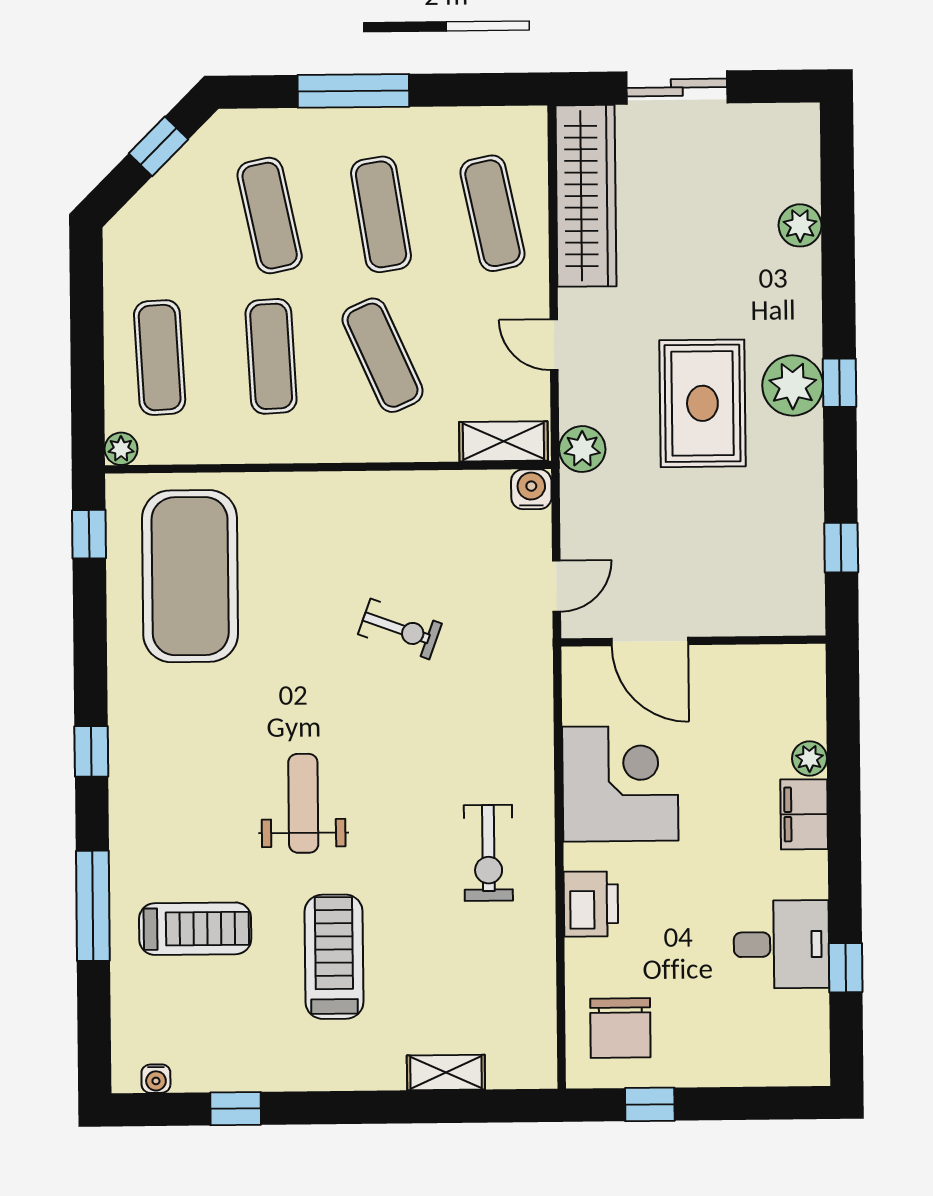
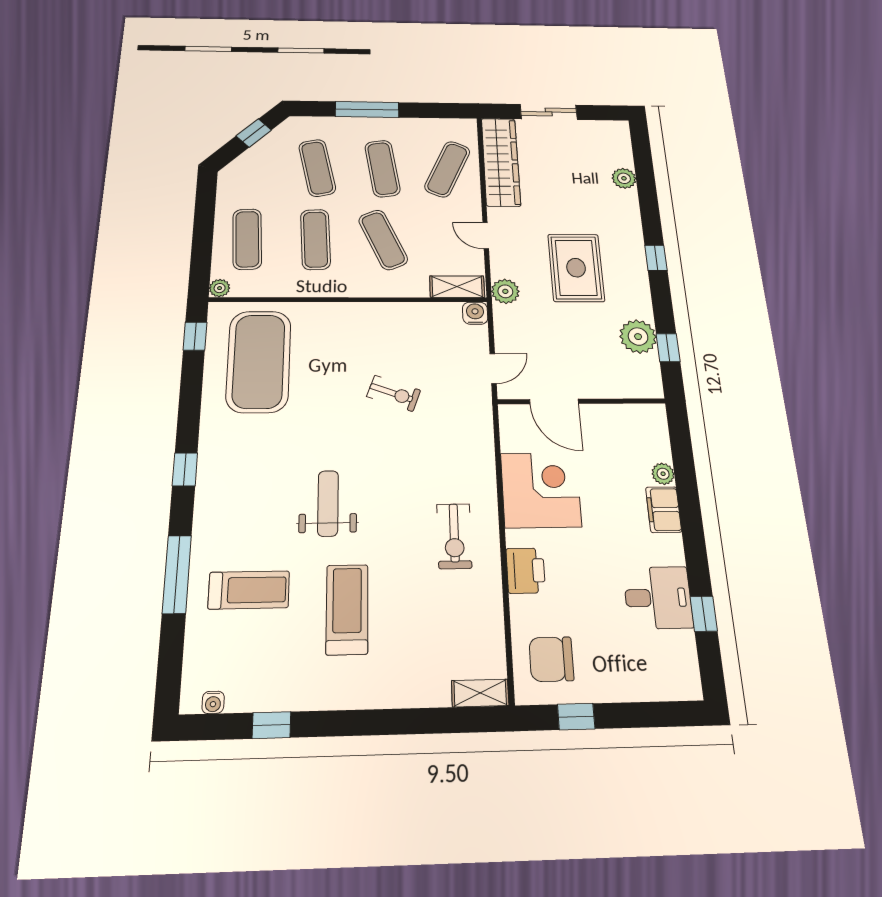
exercise mat: (493, 213) -> (447, 169), turned 36
plant: (793, 385) -> (638, 337), moved
chair: (620, 1028) -> (551, 659), turned 90
shelving: (446, 1072) -> (480, 693), moved

